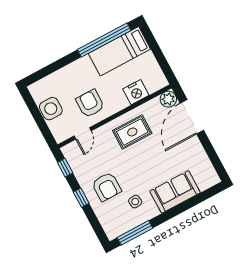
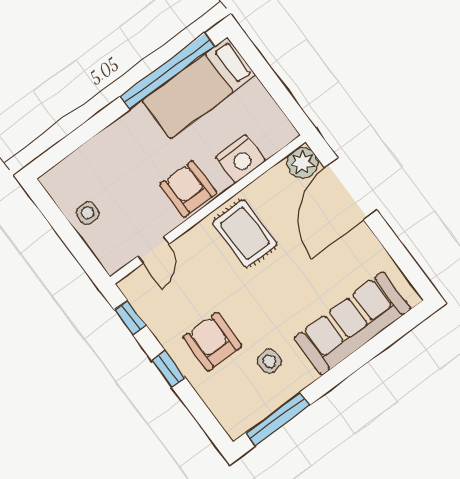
armchair: (90, 104) -> (188, 189), moved
side table: (51, 109) -> (88, 213), width x0.54, depth x0.54
rug: (132, 132) -> (245, 233), turned 90
armchair: (107, 187) -> (212, 342), turned 180
sofa: (175, 192) -> (352, 324), width x1.36

